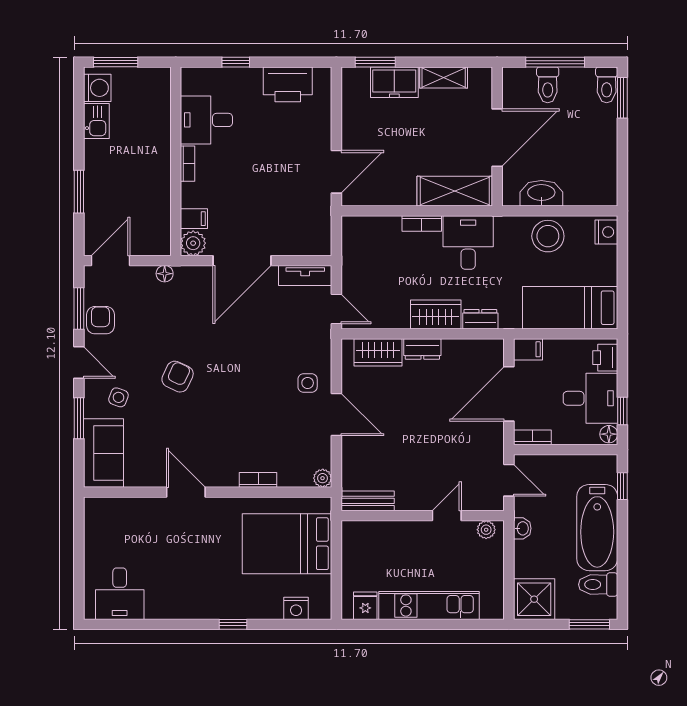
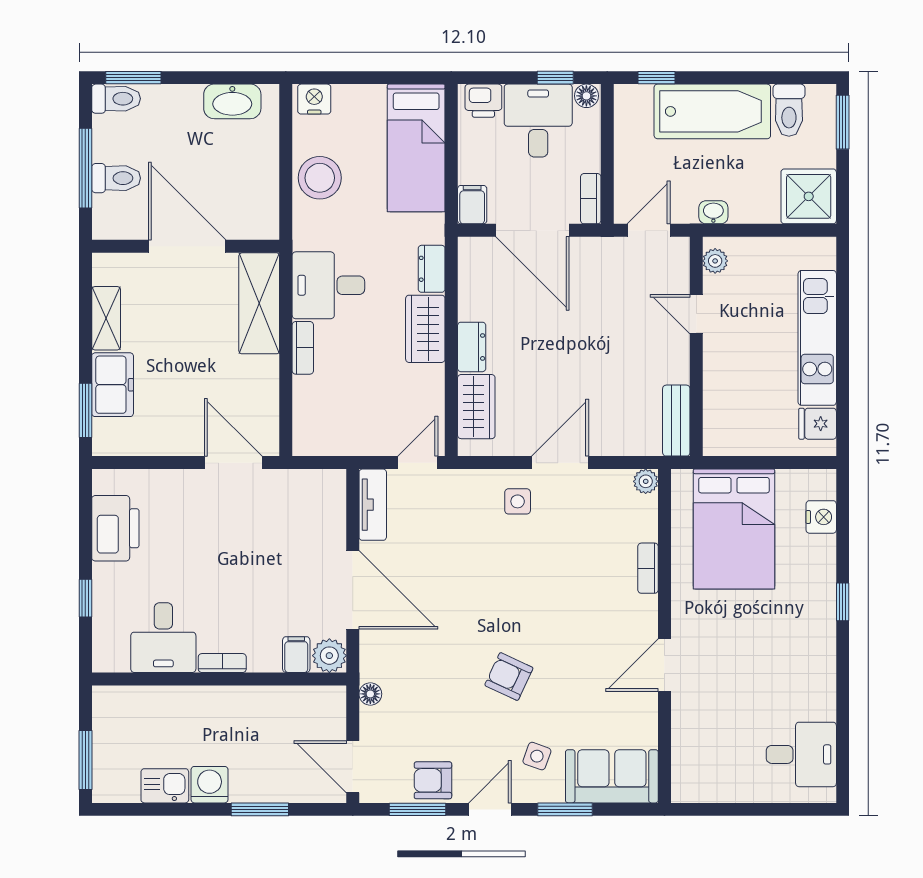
washing machine: (97, 88) -> (210, 785), moved
washbasin: (541, 193) -> (232, 101), moved, turned -90

